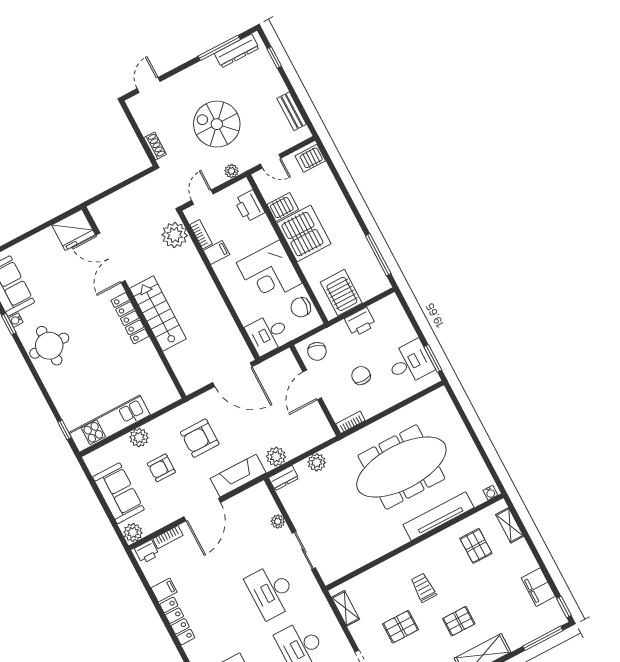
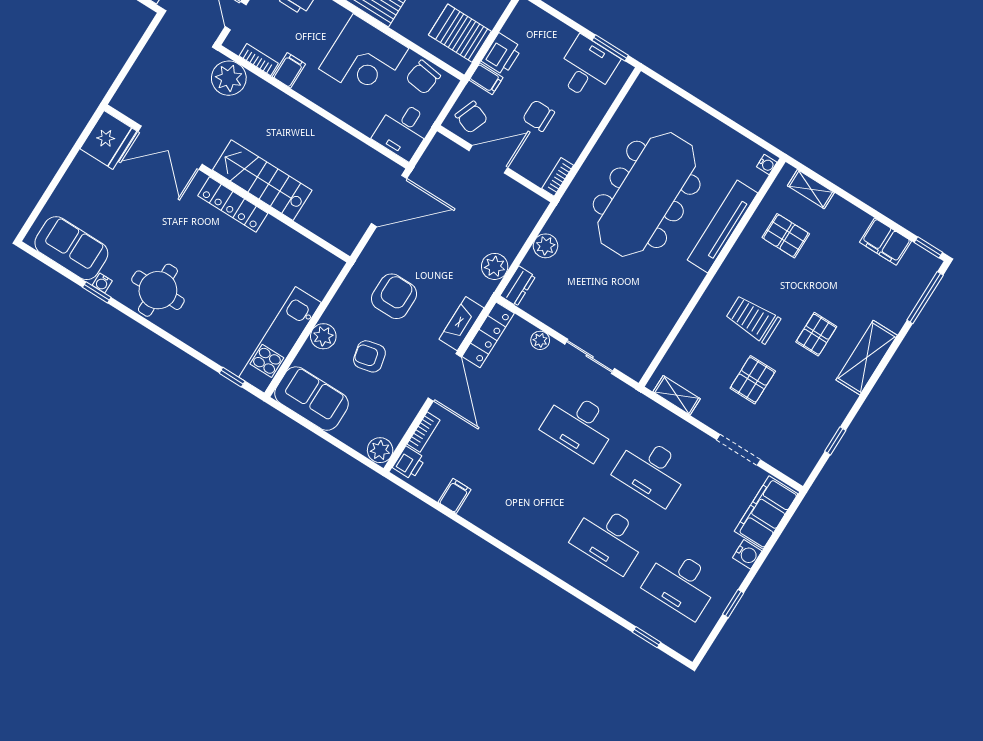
filing cabinet: (341, 332) -> (486, 79), added
door: (312, 385) -> (488, 159), swing flipped
armchair: (200, 438) -> (394, 296), turned 180
armchair: (161, 468) -> (369, 356), turned 77
fireplace: (238, 476) -> (462, 324), width x0.73, depth x0.76
sofa: (118, 493) -> (311, 399), moved
trolley: (423, 588) -> (753, 319), width x1.36, depth x1.39
locker: (177, 621) -> (488, 335), moved, turned 90

